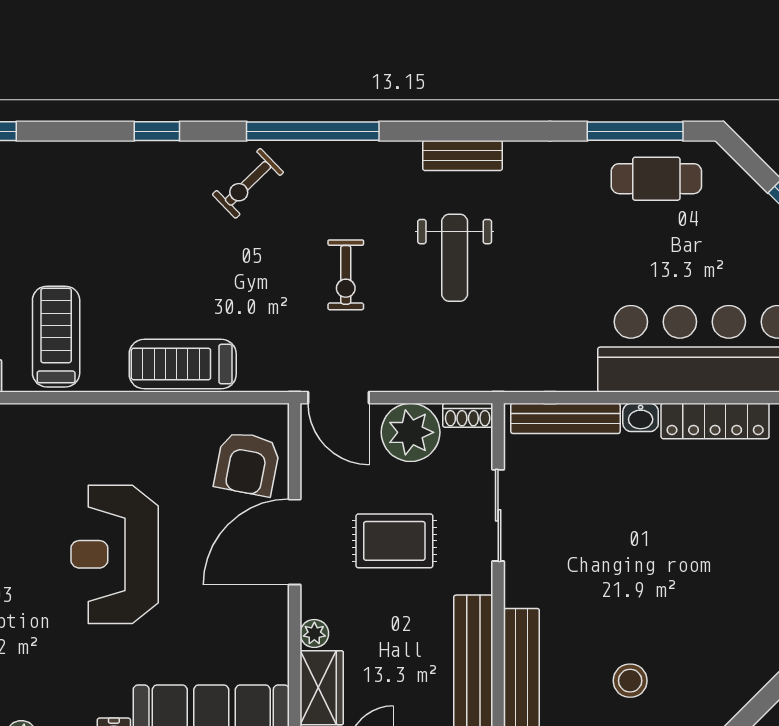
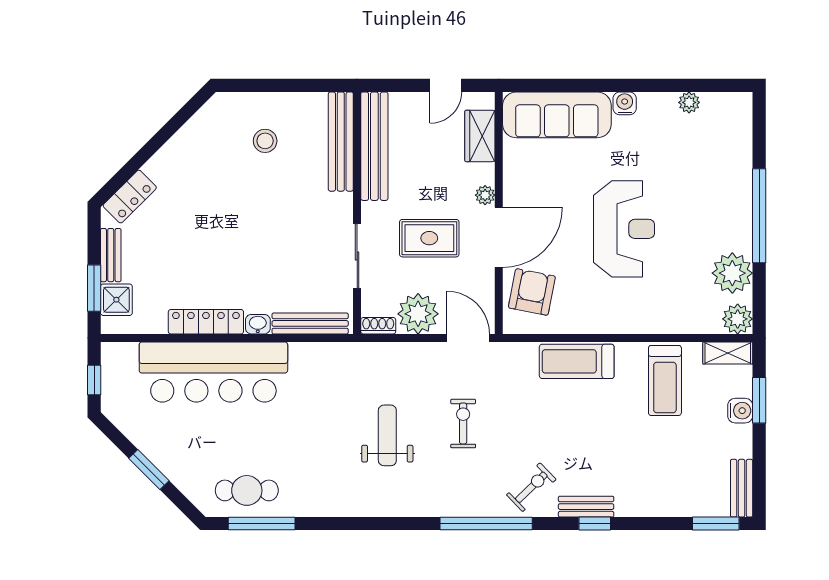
bench: (463, 156) -> (586, 507), moved
treadmill: (183, 364) -> (577, 361), turned 180
plant: (314, 633) -> (485, 195), moved

